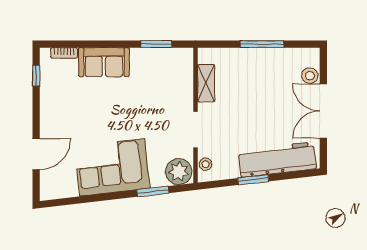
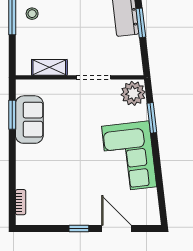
sofa: (104, 62) -> (29, 120), moved
window: (36, 76) -> (79, 228), moved
stool: (205, 164) -> (32, 14), moved

